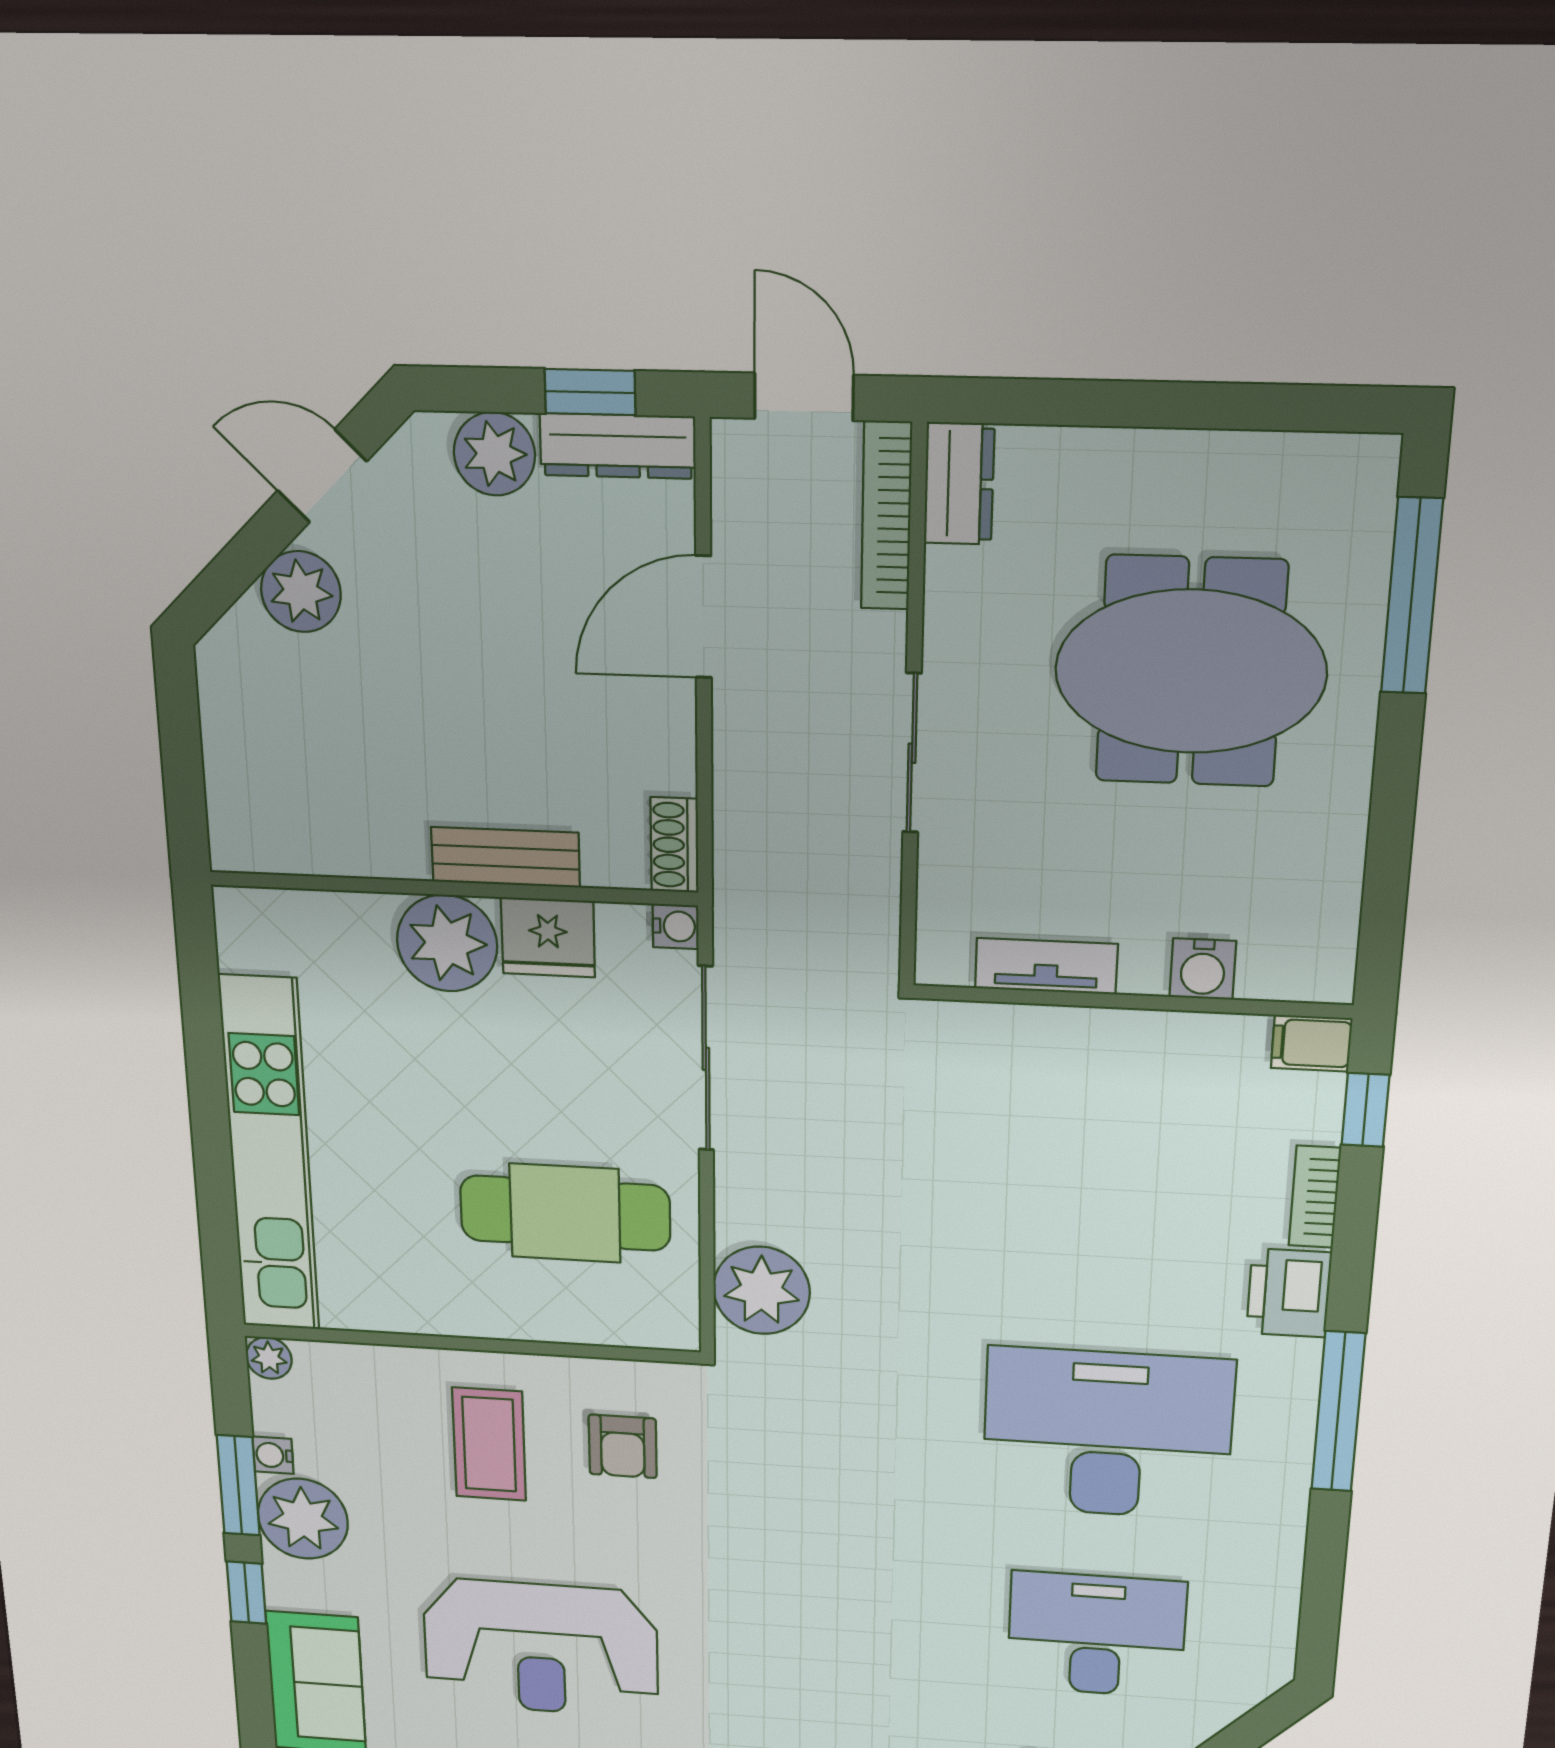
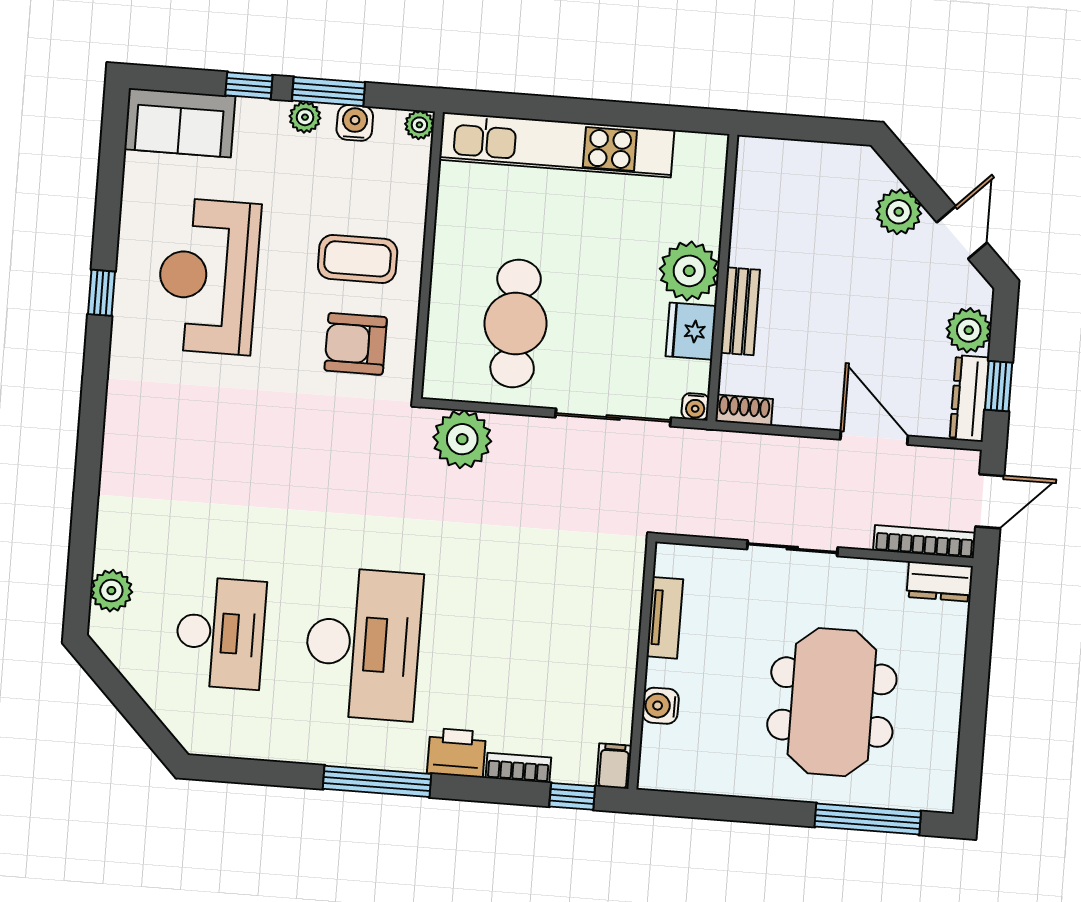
armchair: (623, 1446) -> (356, 344), width x1.38, depth x1.38
water cooler: (273, 1455) -> (355, 123), width x1.38, depth x1.38
plant: (303, 1519) -> (305, 117), width x0.53, depth x0.53

